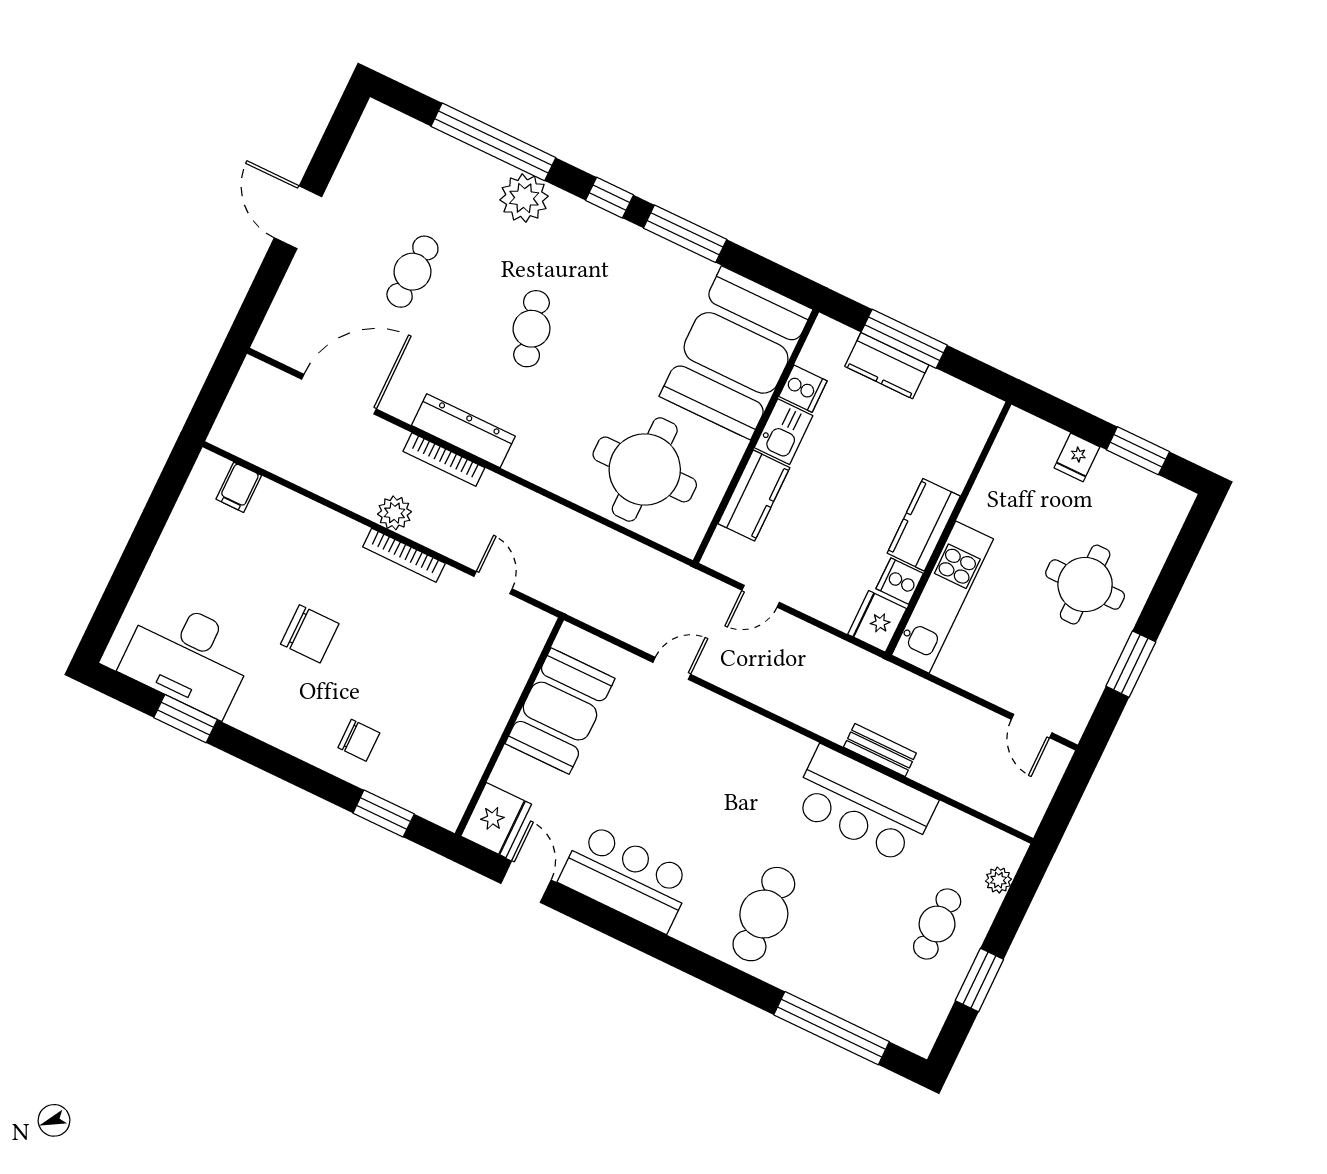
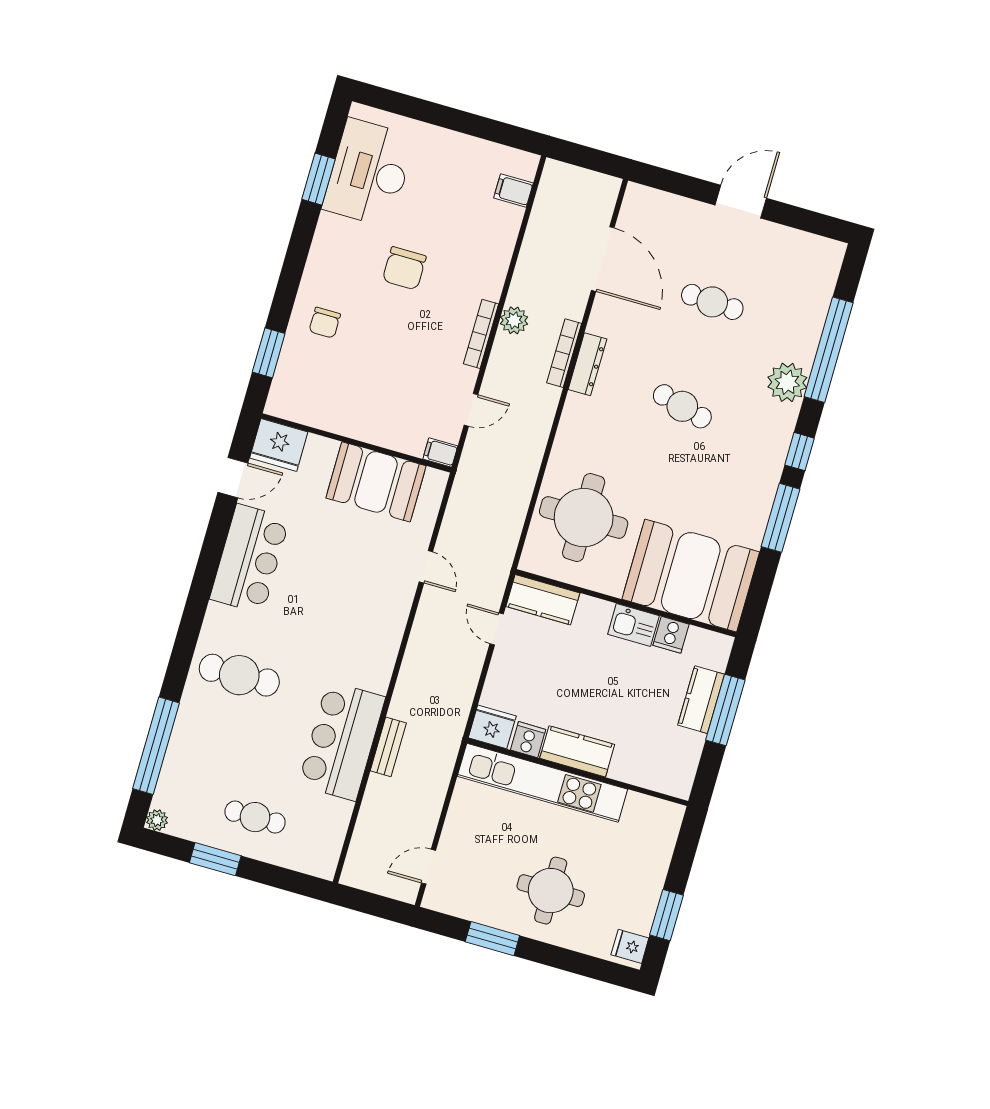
cafe table: (532, 329) -> (682, 406), turned 30
dresser: (463, 431) -> (587, 364), width x0.73, depth x0.80
fridge: (1077, 457) -> (630, 946), moved
kitchen counter: (754, 496) -> (543, 600), moved
kitchen unit: (942, 597) -> (542, 783), width x1.36
filing cabinet: (538, 628) -> (440, 453), added
plant: (998, 880) -> (157, 820), moved

